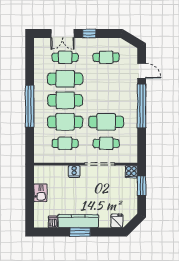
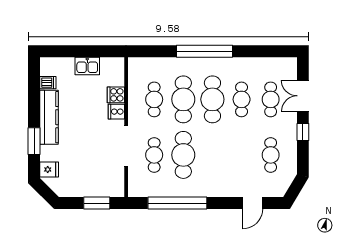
cafe table: (65, 79) -> (242, 99), width x0.73, depth x0.74
window: (142, 106) -> (177, 203), moved
cooker: (131, 172) -> (116, 95), moved
window: (80, 232) -> (34, 141), moved

